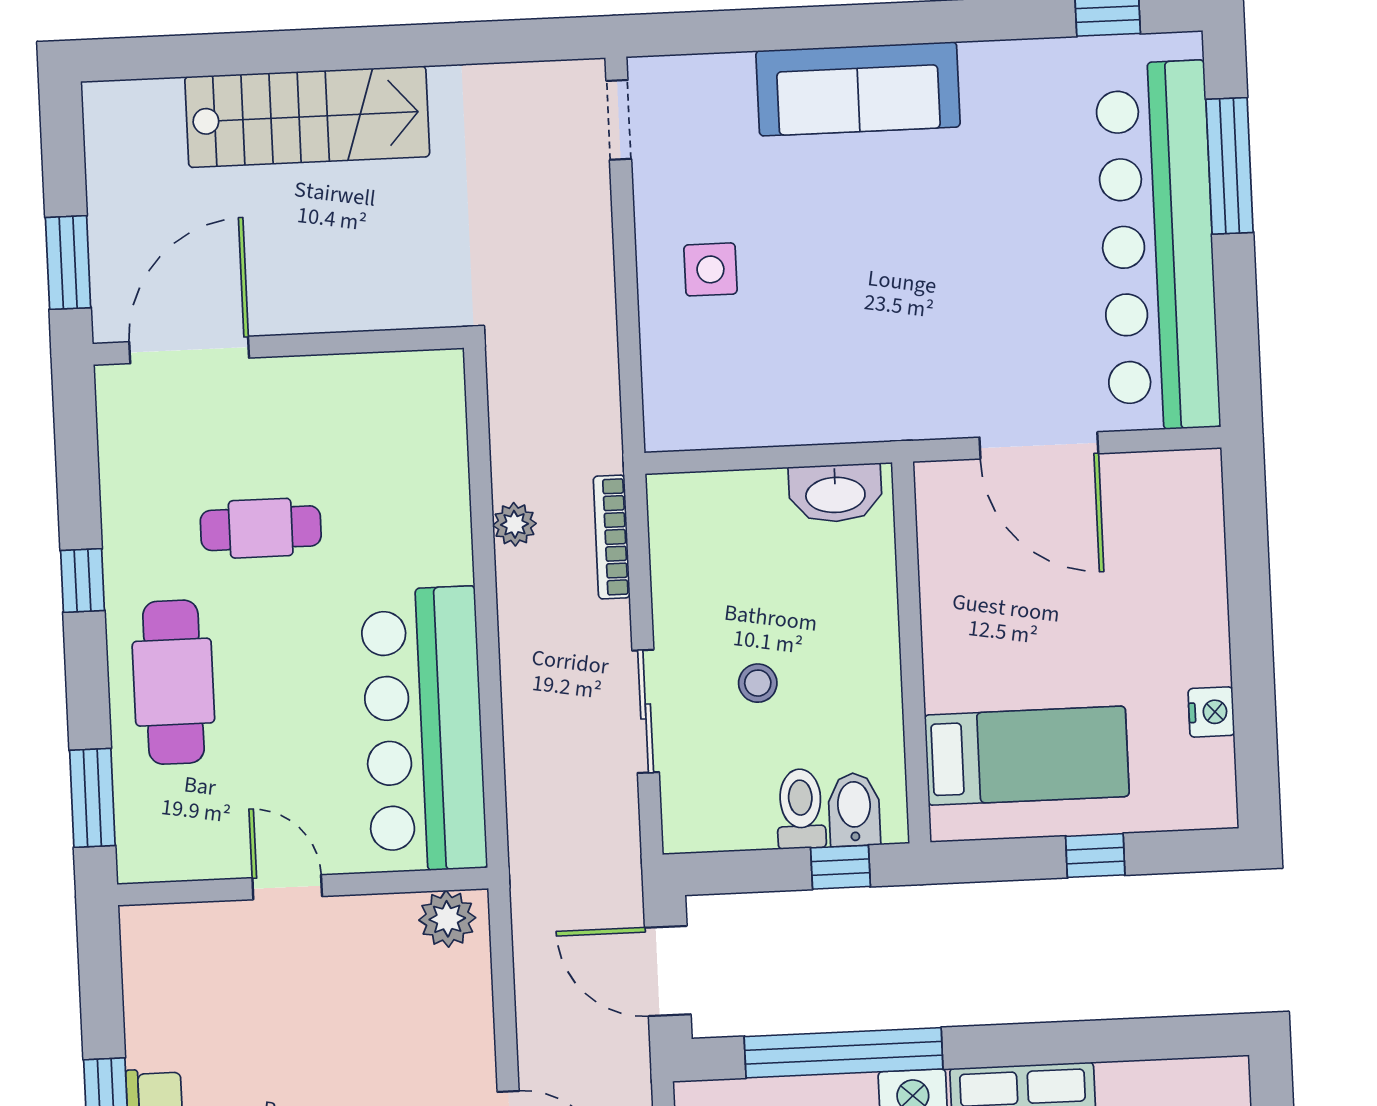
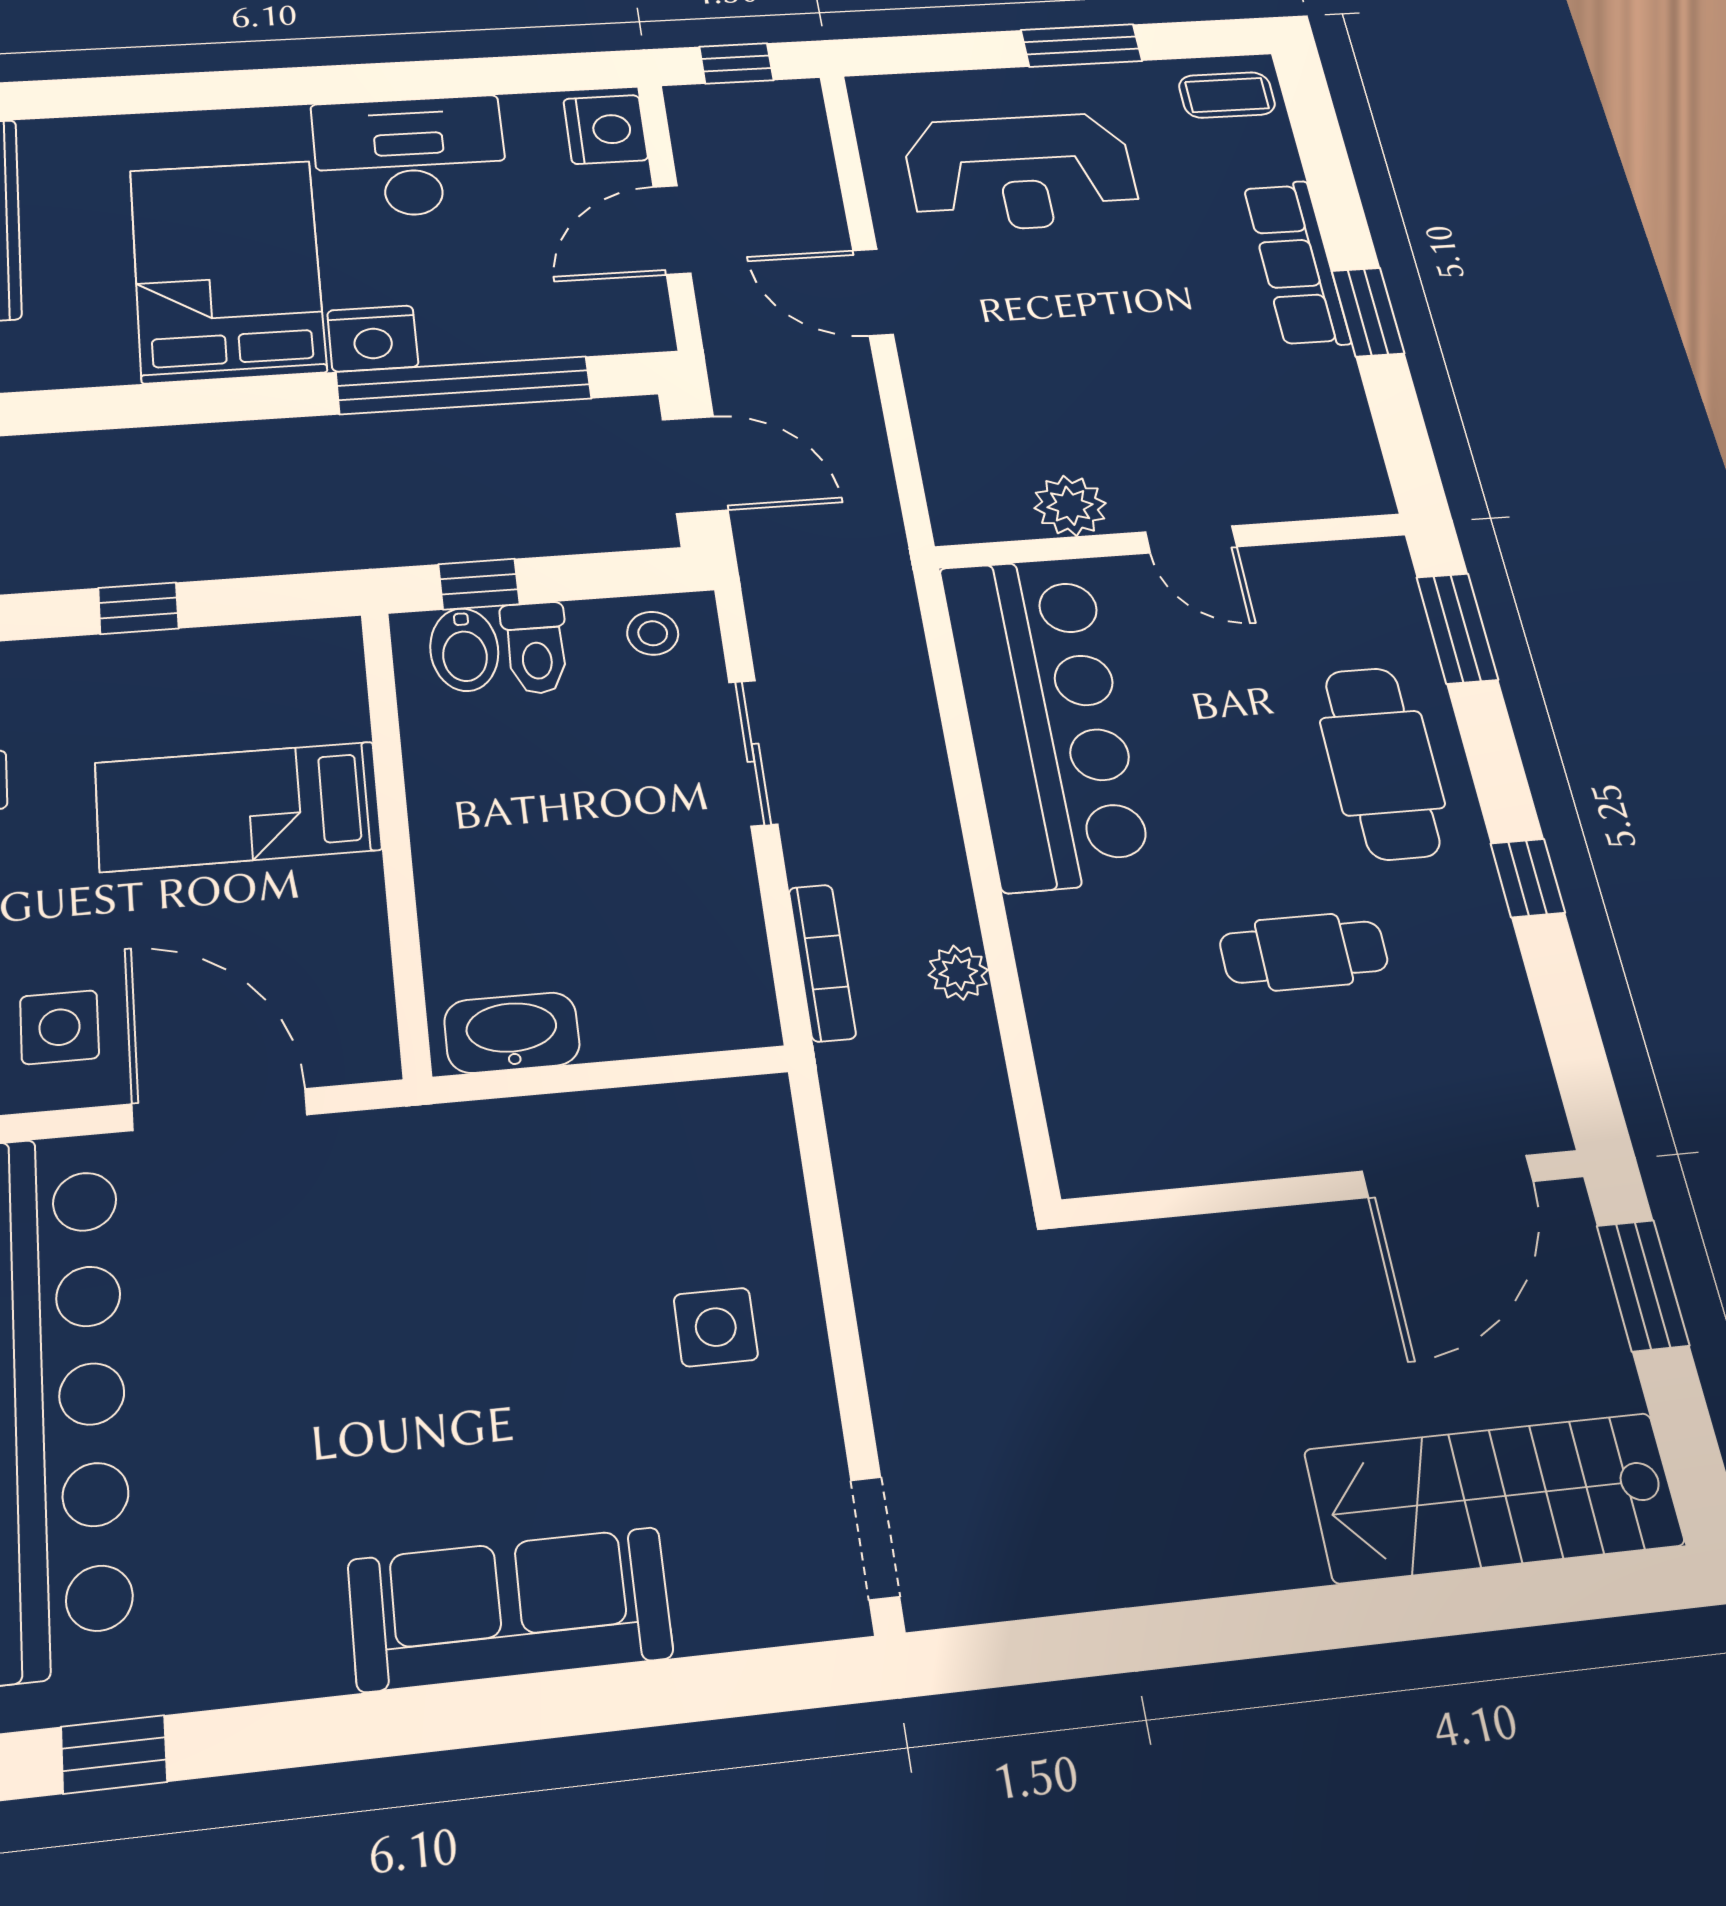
stairs: (307, 117) -> (1494, 1497), moved
side table: (1148, 513) -> (60, 1027), added
stool: (758, 683) -> (653, 633), moved
bed: (1027, 756) -> (238, 806), moved
plant: (447, 919) -> (1070, 506), moved

